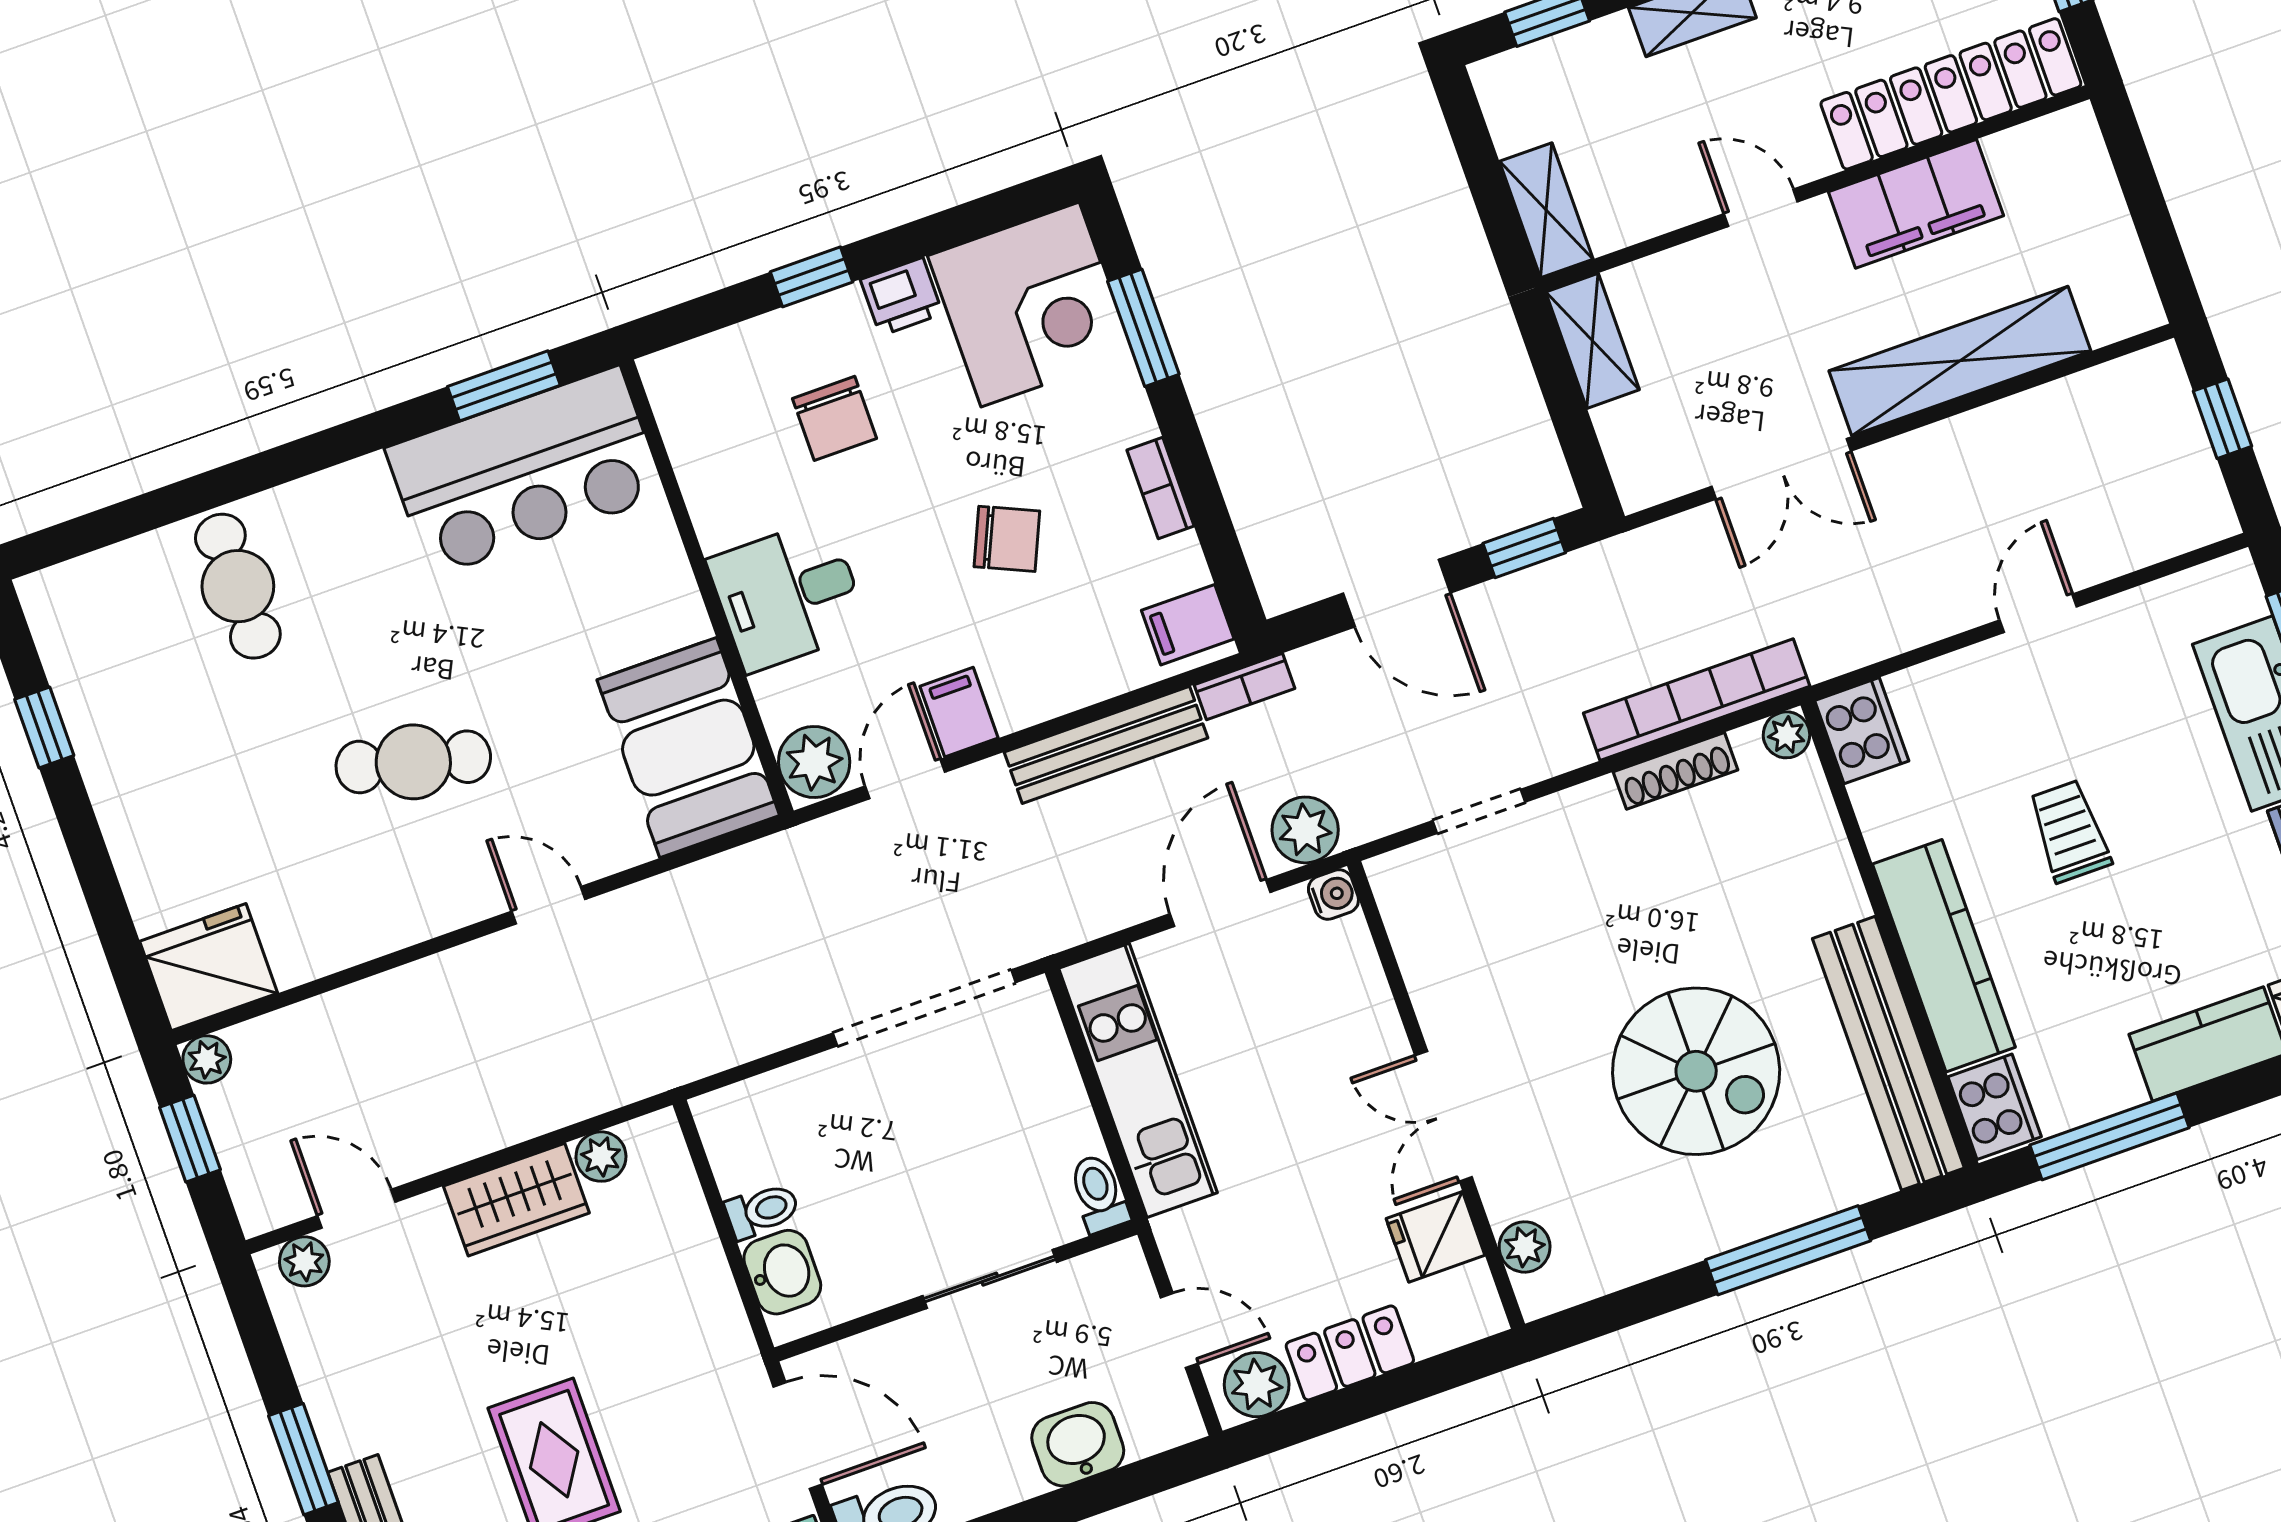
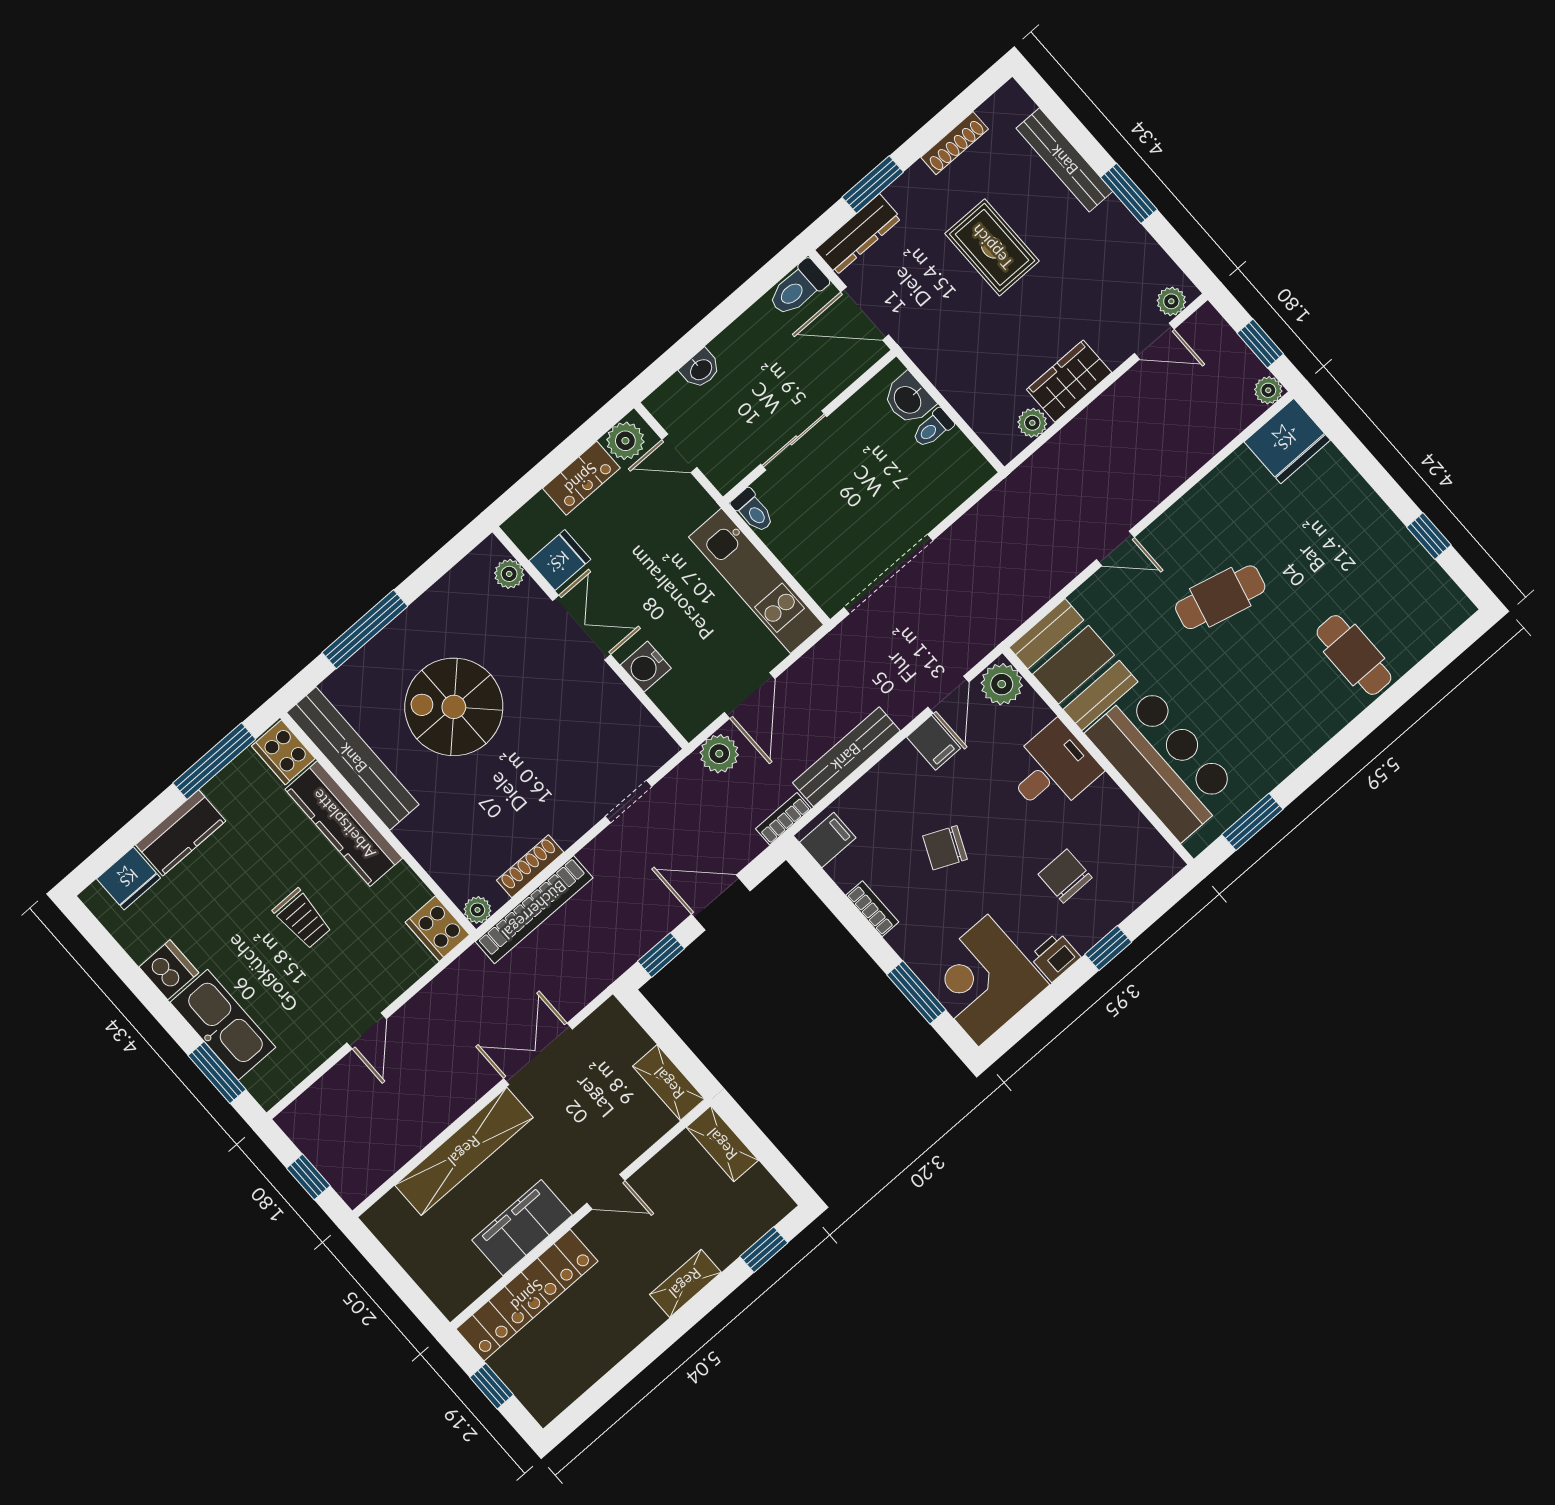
bar counter: (525, 472) -> (1163, 762), moved, turned 90
water cooler: (1333, 895) -> (646, 667), moved, width x1.38, depth x1.38
washbasin: (1078, 1444) -> (701, 369), width x0.72, depth x0.69

